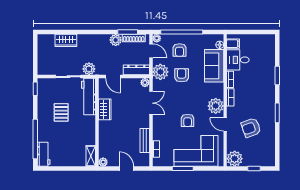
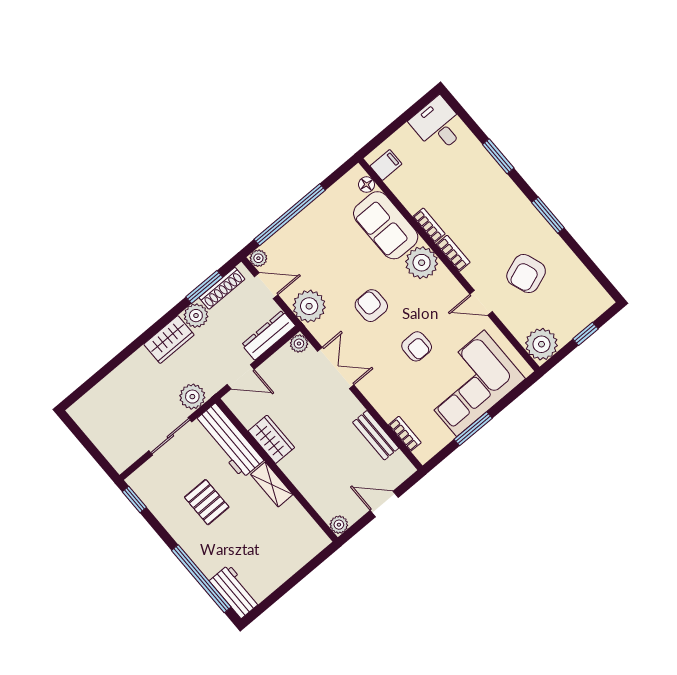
wardrobe: (66, 40) -> (169, 340), moved
armchair: (180, 50) -> (310, 246), removed
desk: (238, 60) -> (438, 125), moved, turned 90
armchair: (182, 75) -> (371, 306), moved
plant: (216, 106) -> (422, 263), moved
shelving: (91, 156) -> (272, 484), moved

